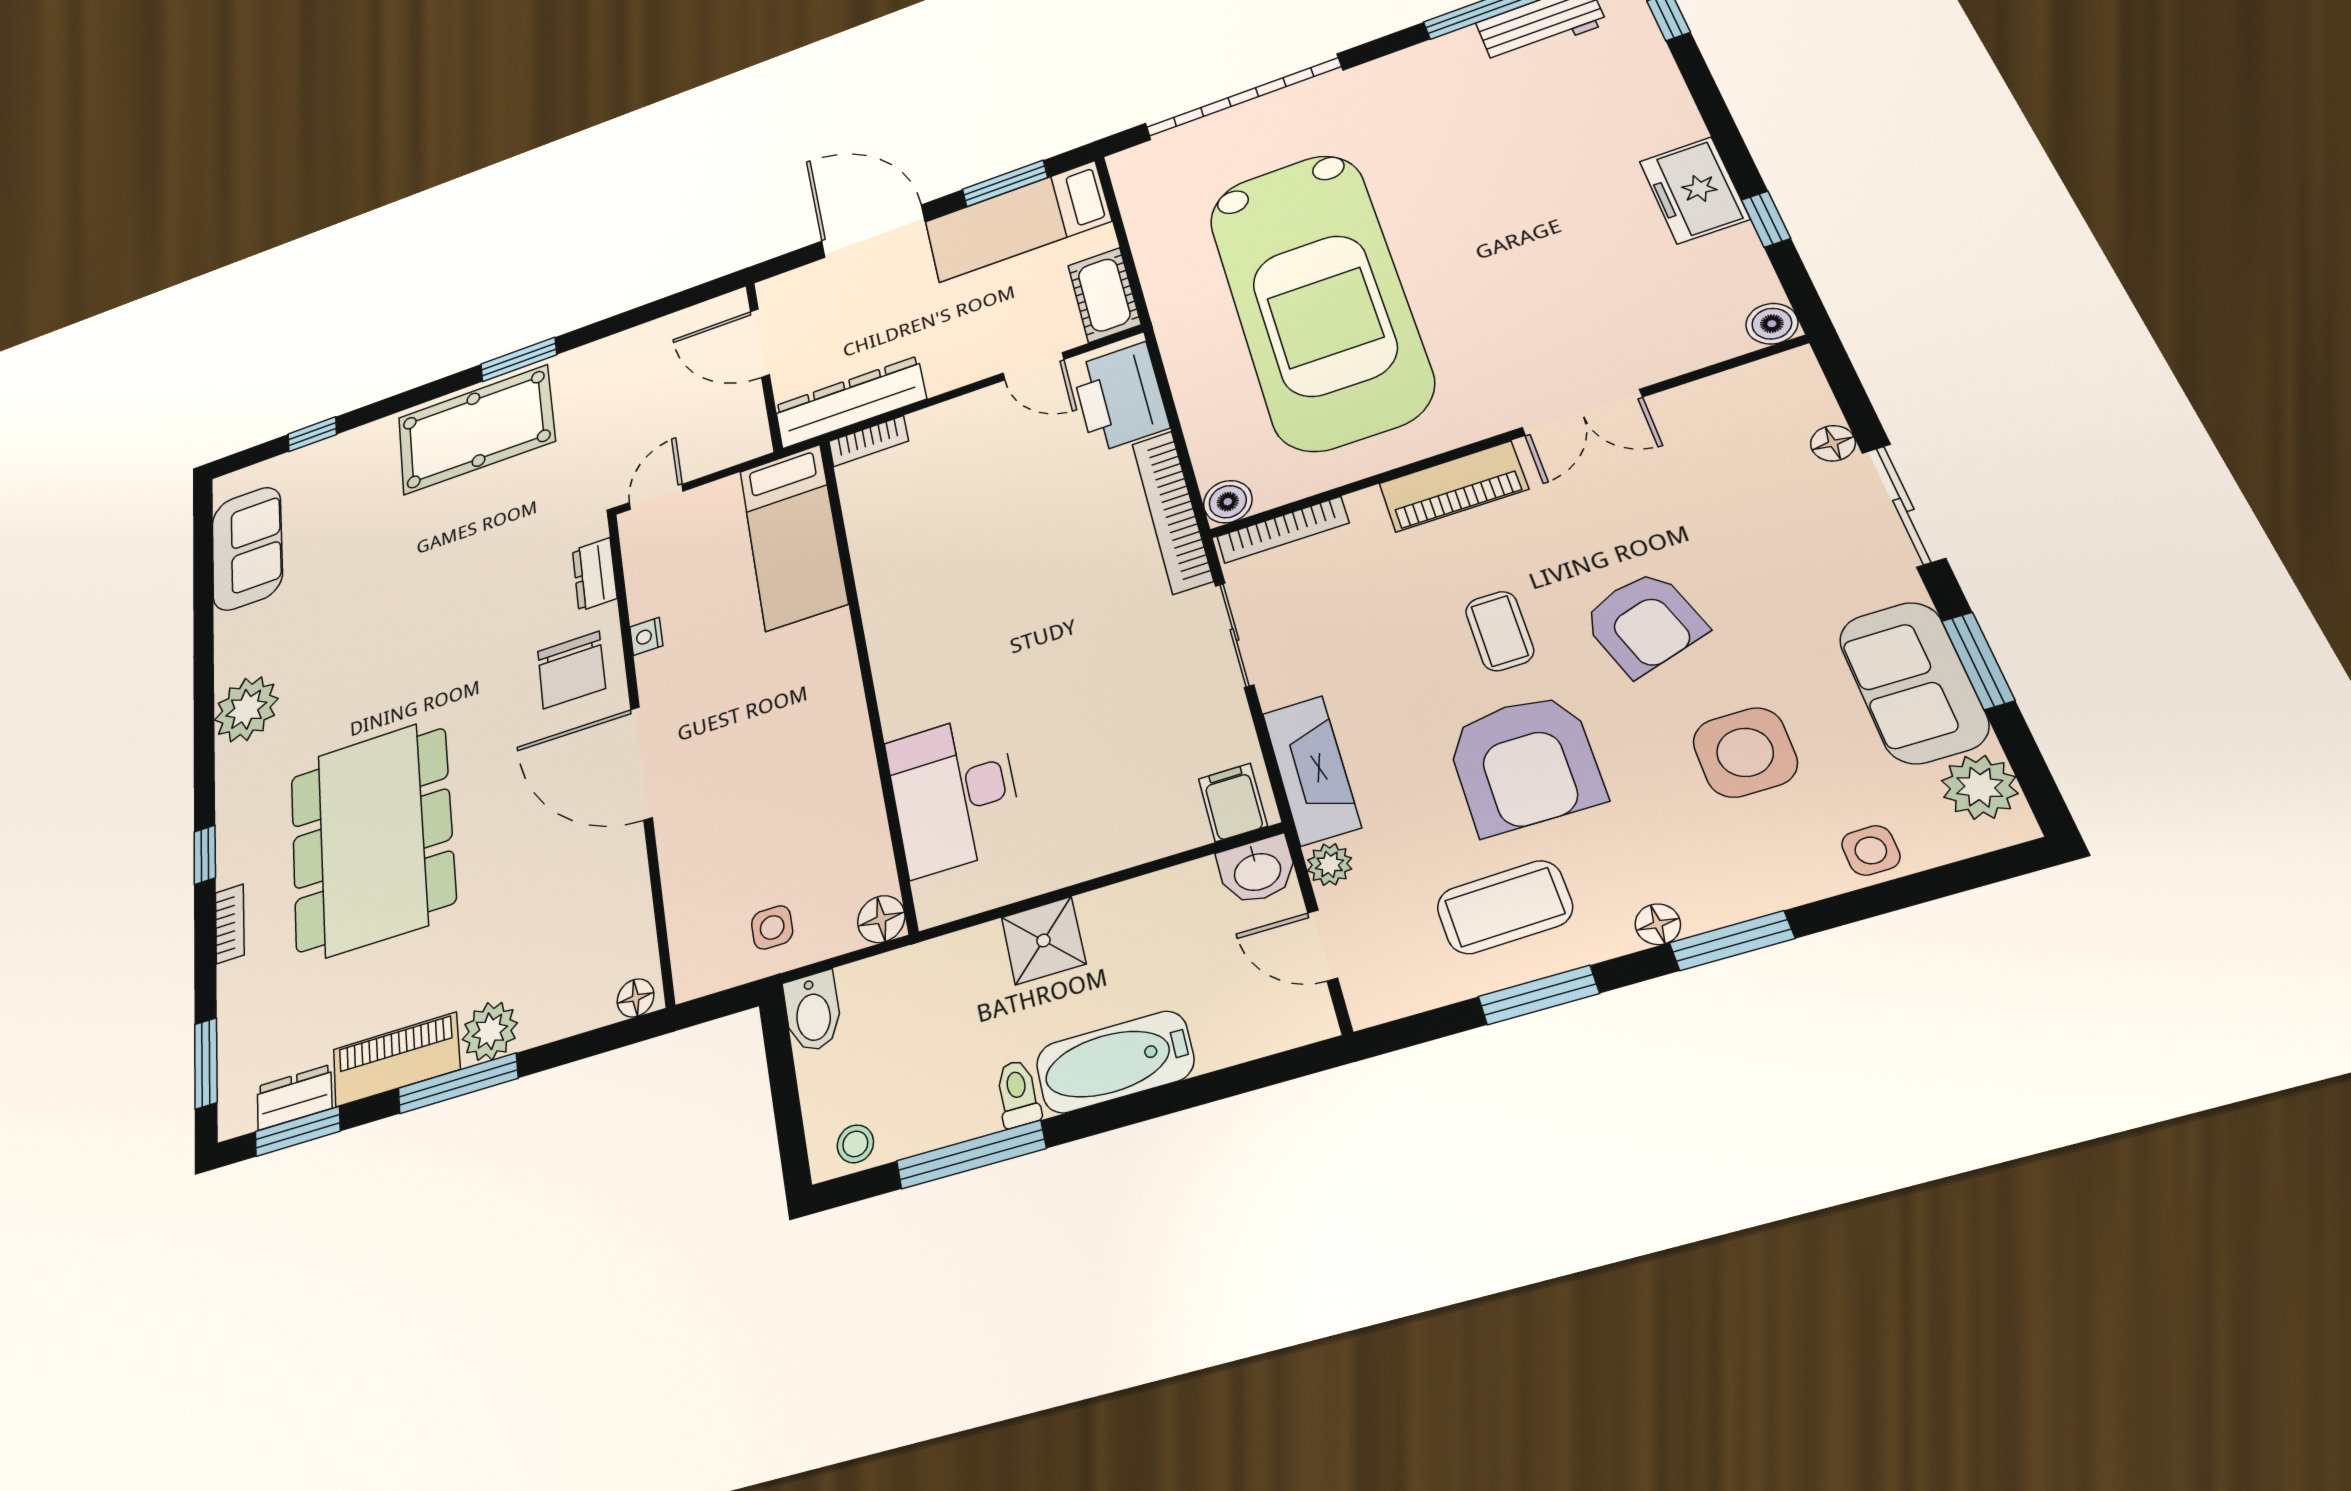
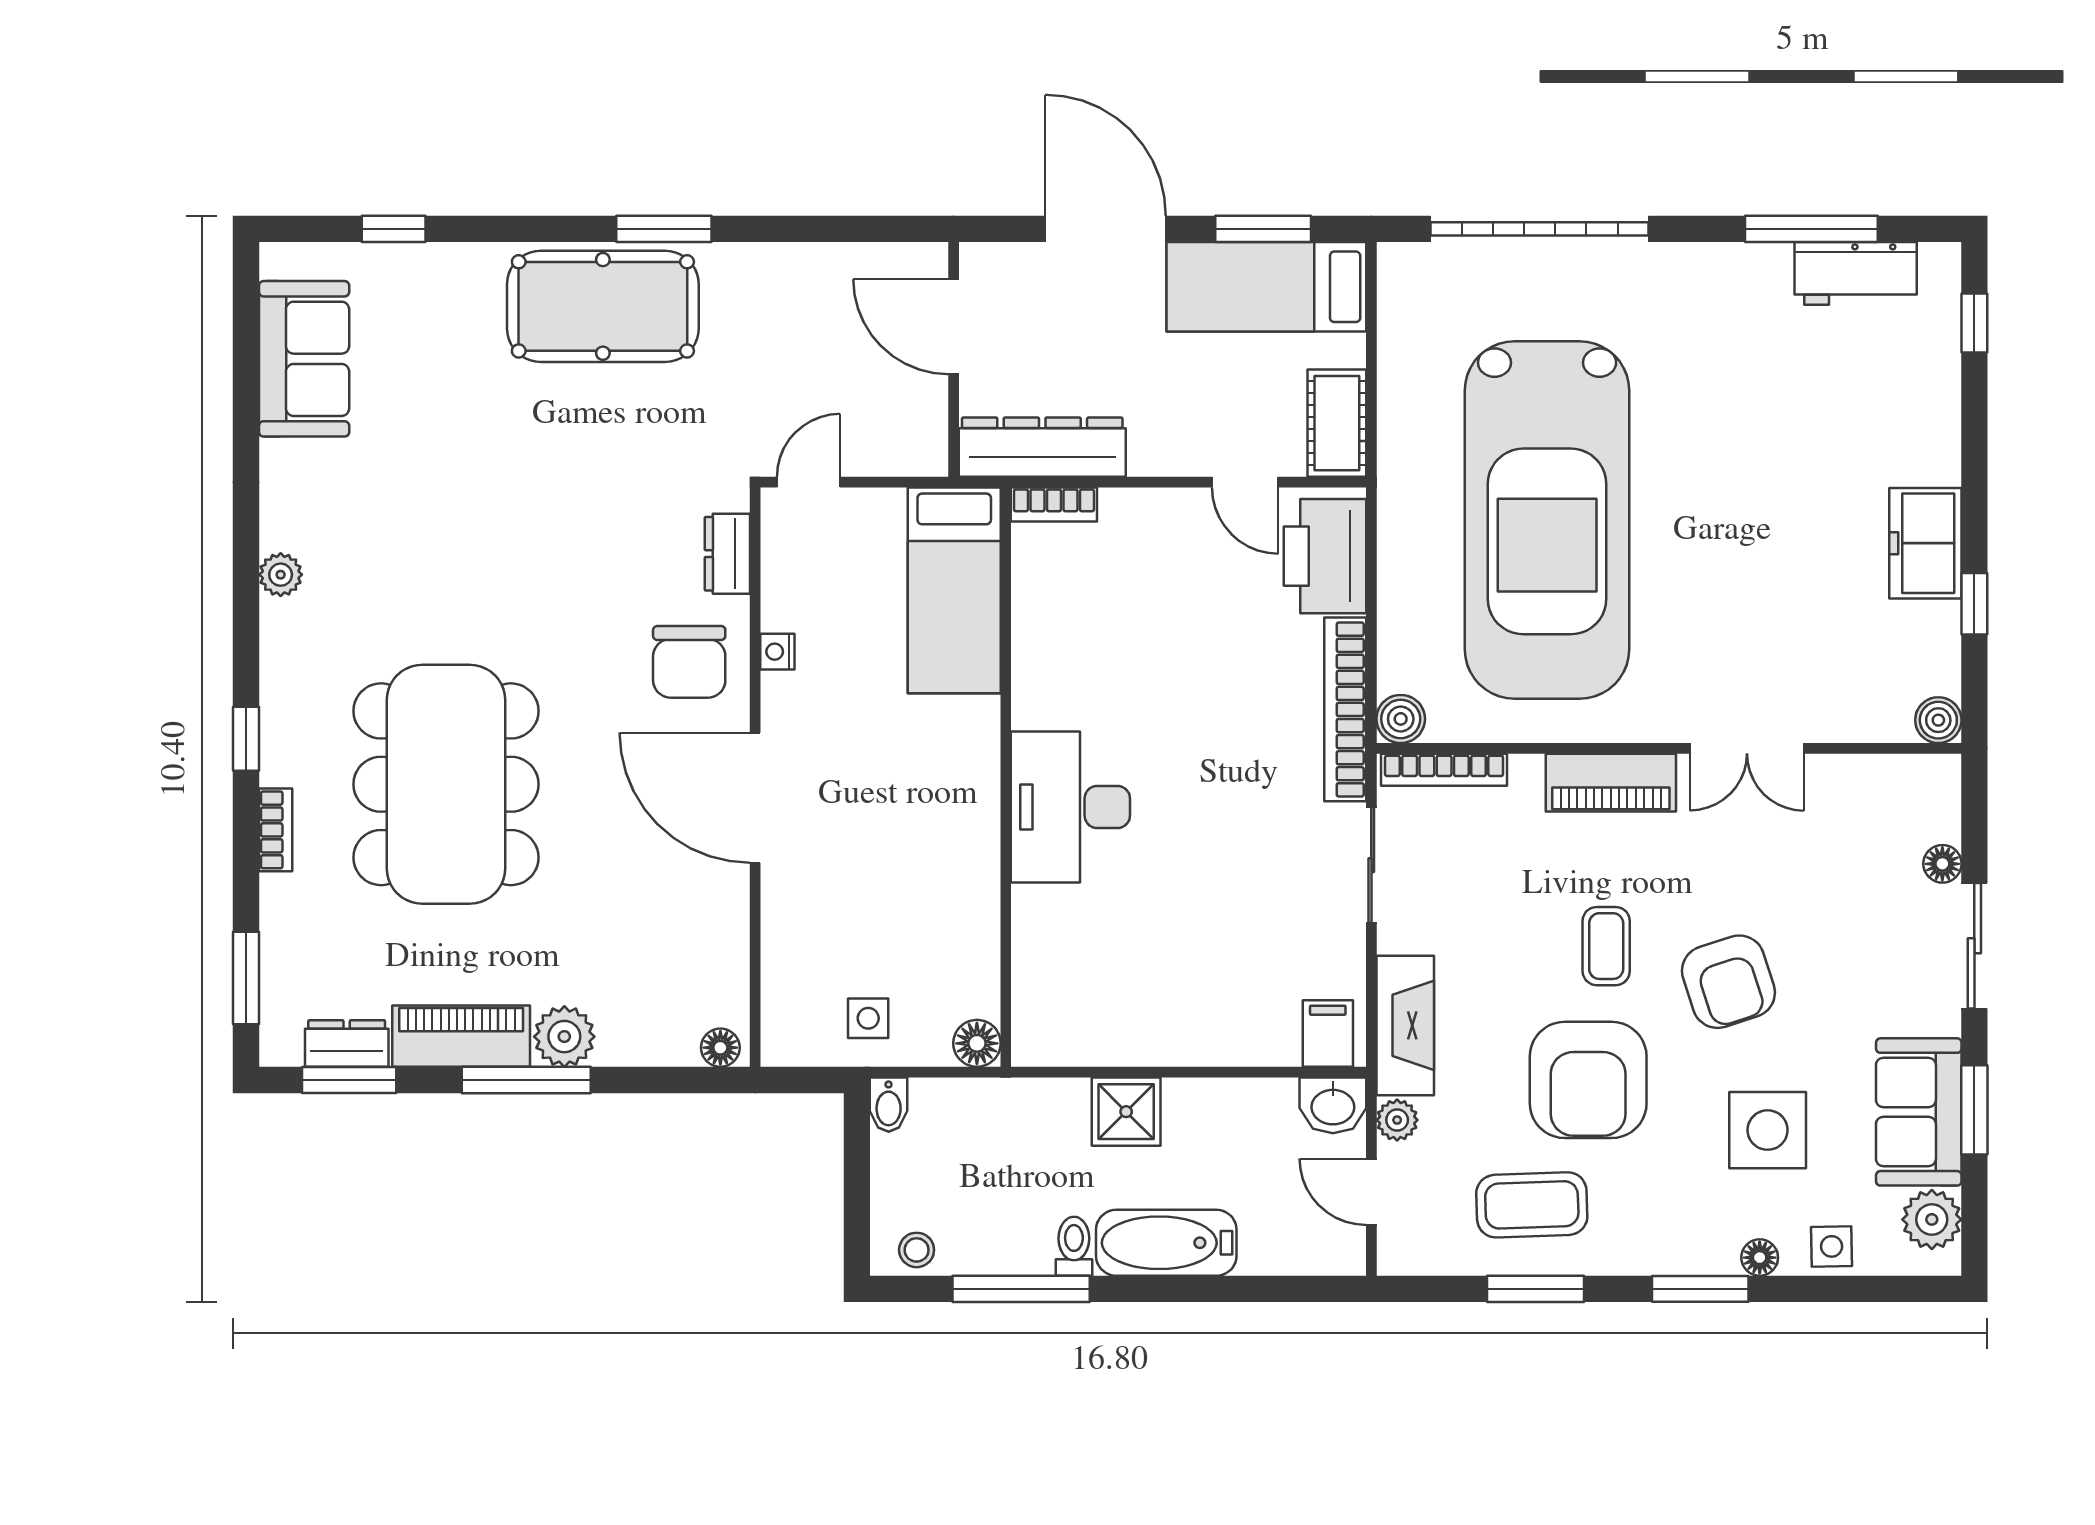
plant: (246, 709) -> (281, 575), width x0.53, depth x0.53
desk: (954, 793) -> (1070, 807), moved
floor lamp: (1658, 924) -> (1760, 1258), moved
bidet: (813, 1012) -> (889, 1105), width x0.72, depth x0.74

